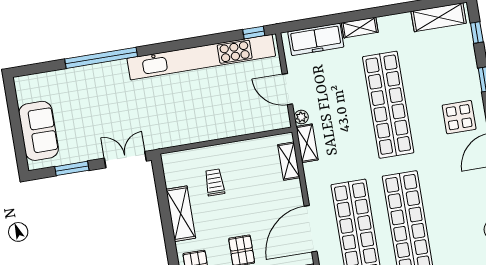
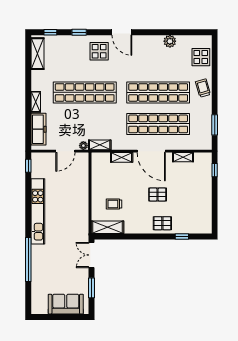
kitchen unit: (201, 57) -> (38, 211), width x0.73
shelving: (289, 161) -> (122, 157), moved
shelving: (181, 214) -> (108, 227), moved

